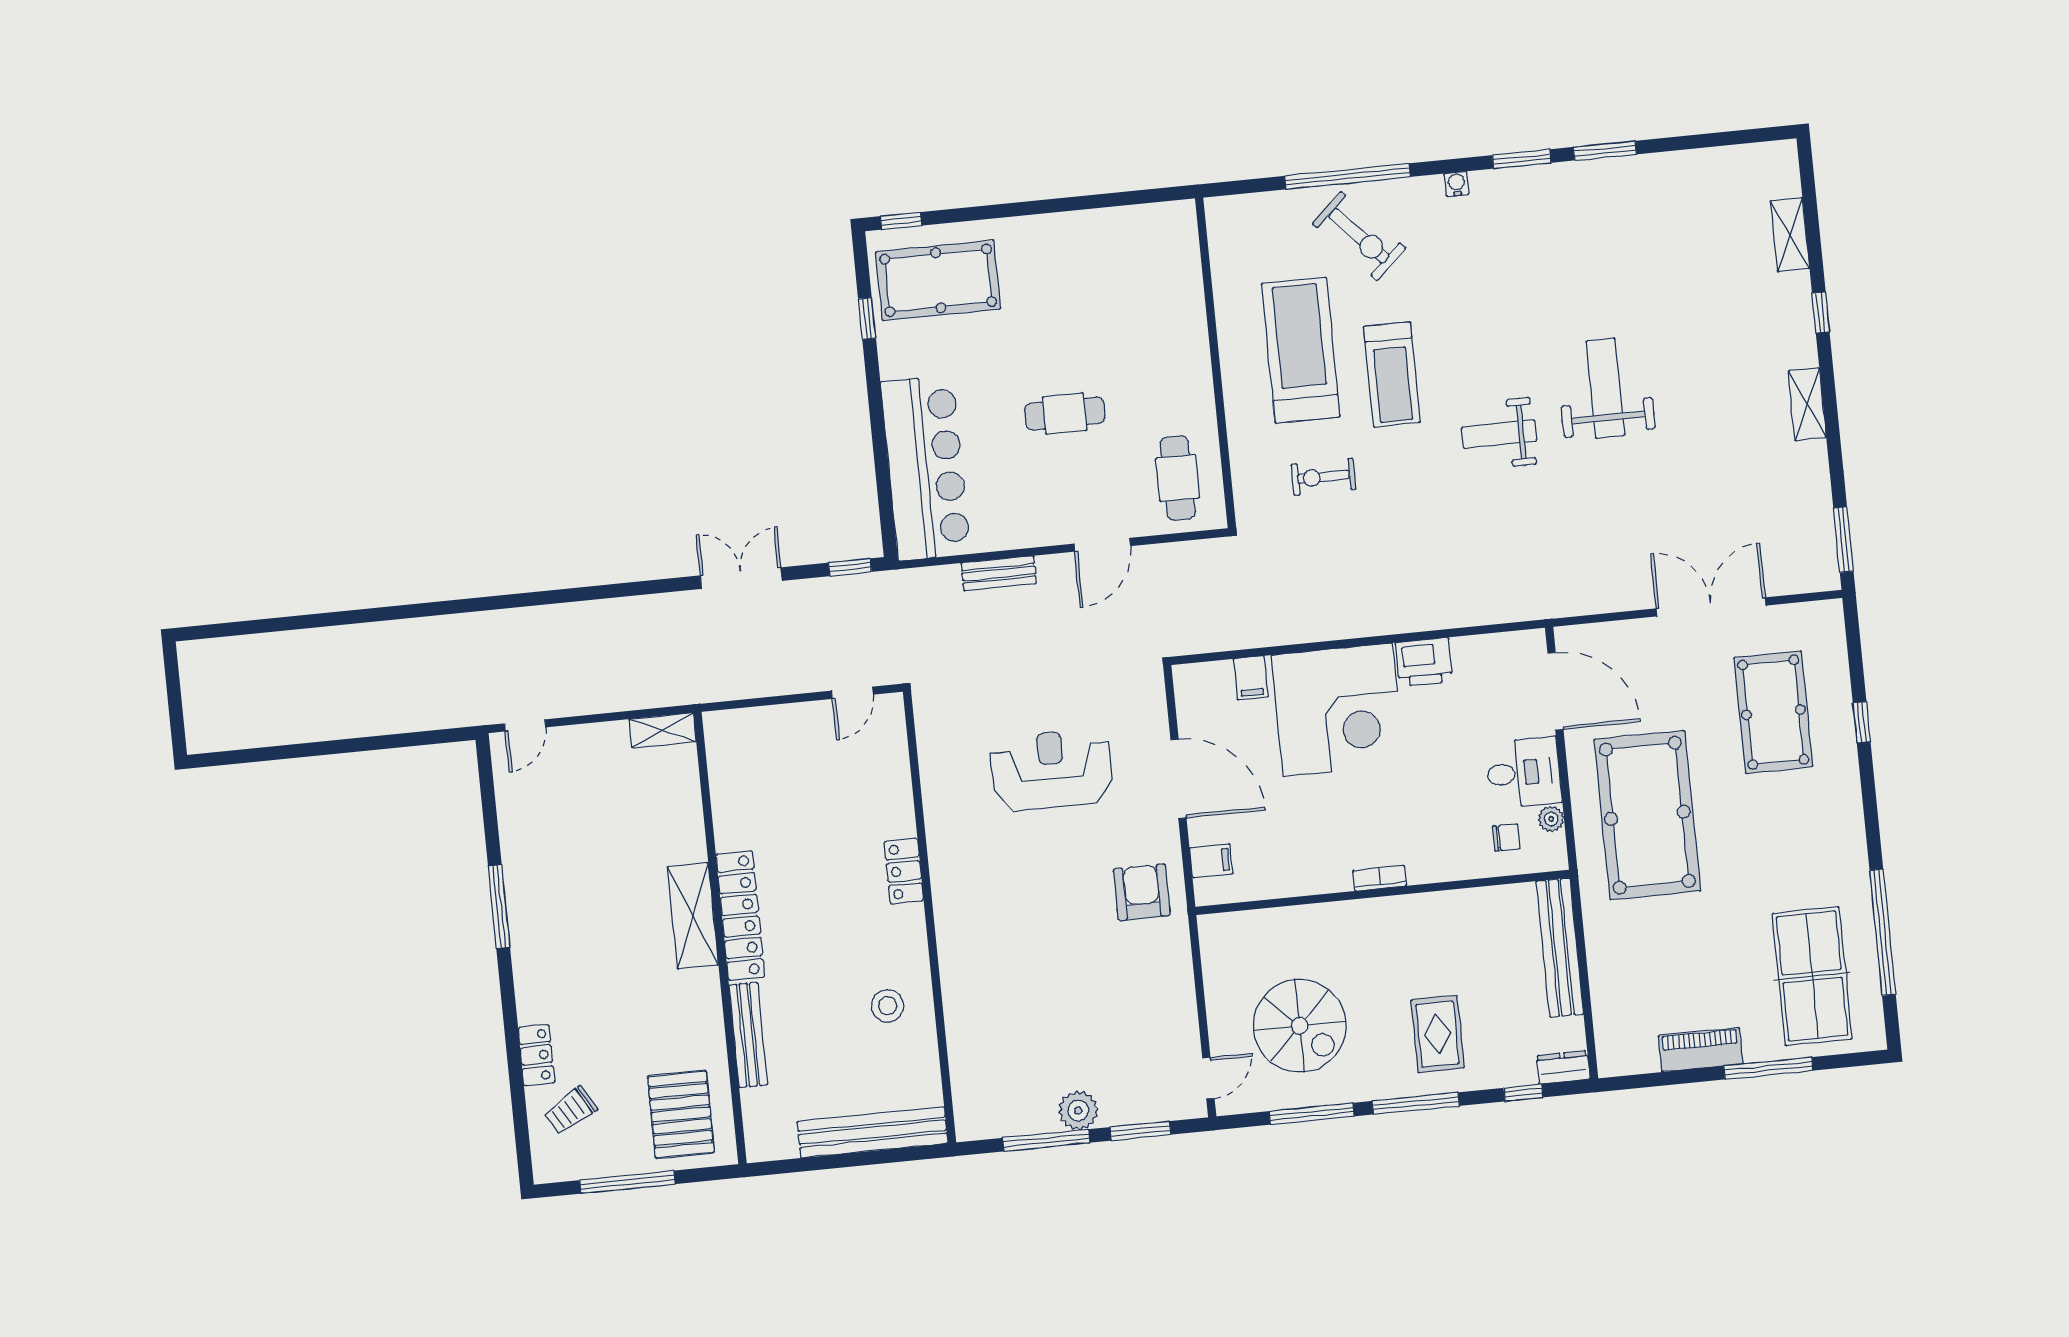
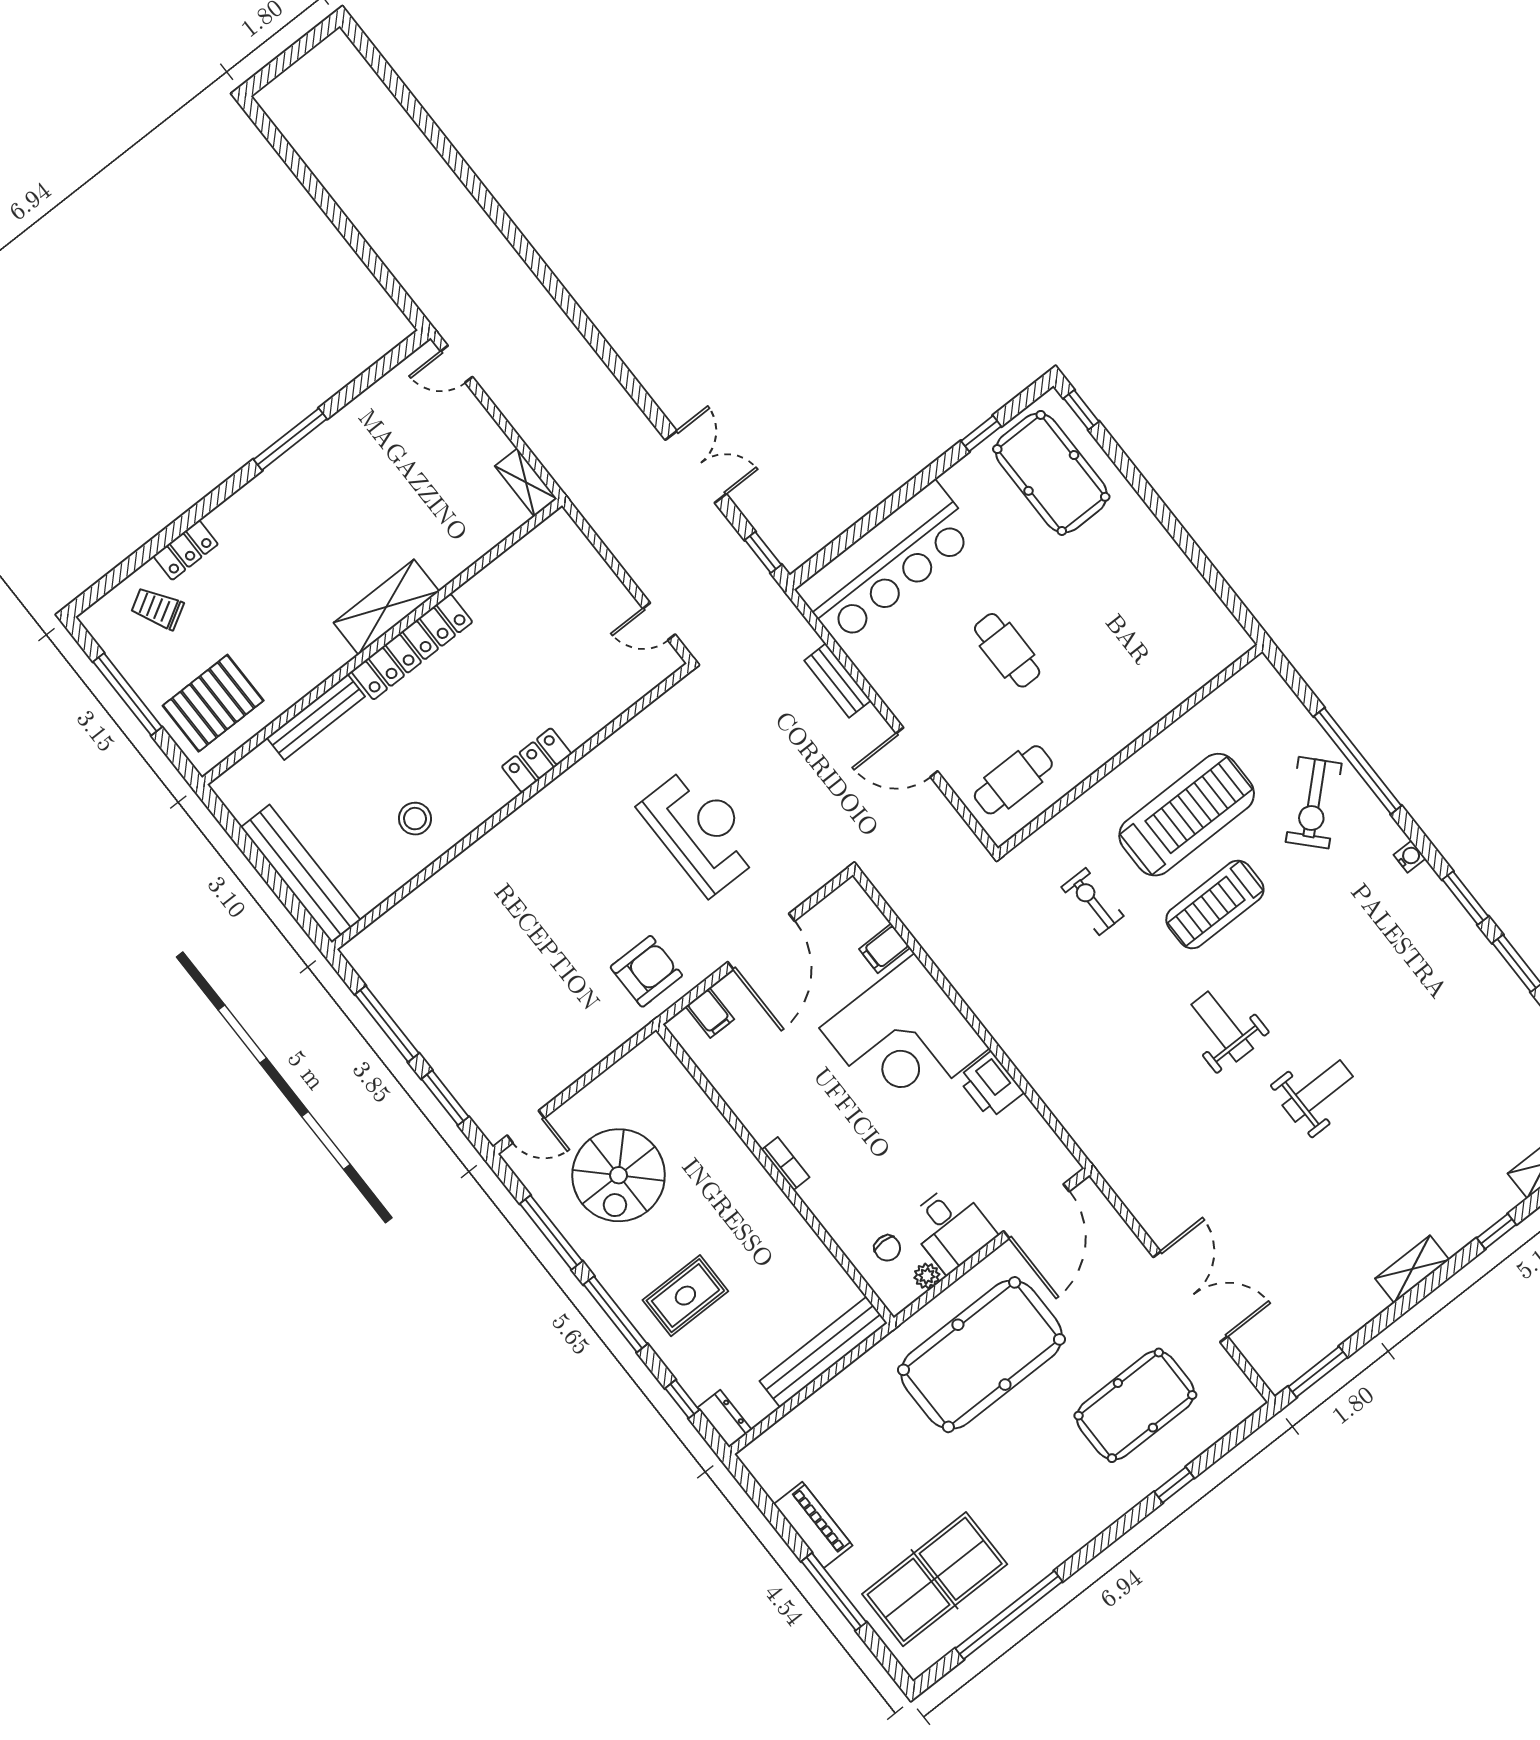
weight bench: (1605, 388) -> (1318, 1091), width x0.73, depth x0.75
plant: (1078, 1110) -> (429, 1035), removed

